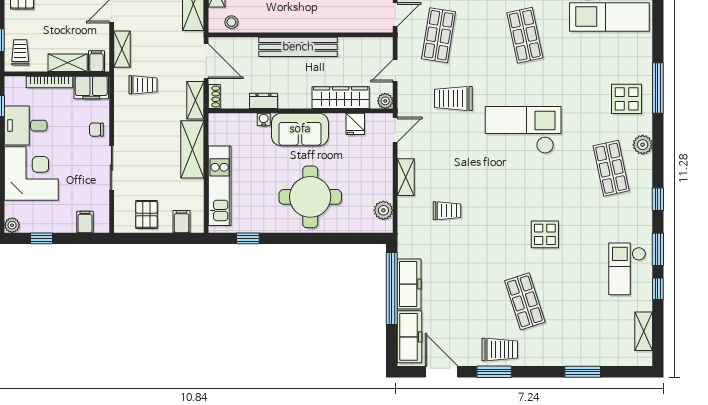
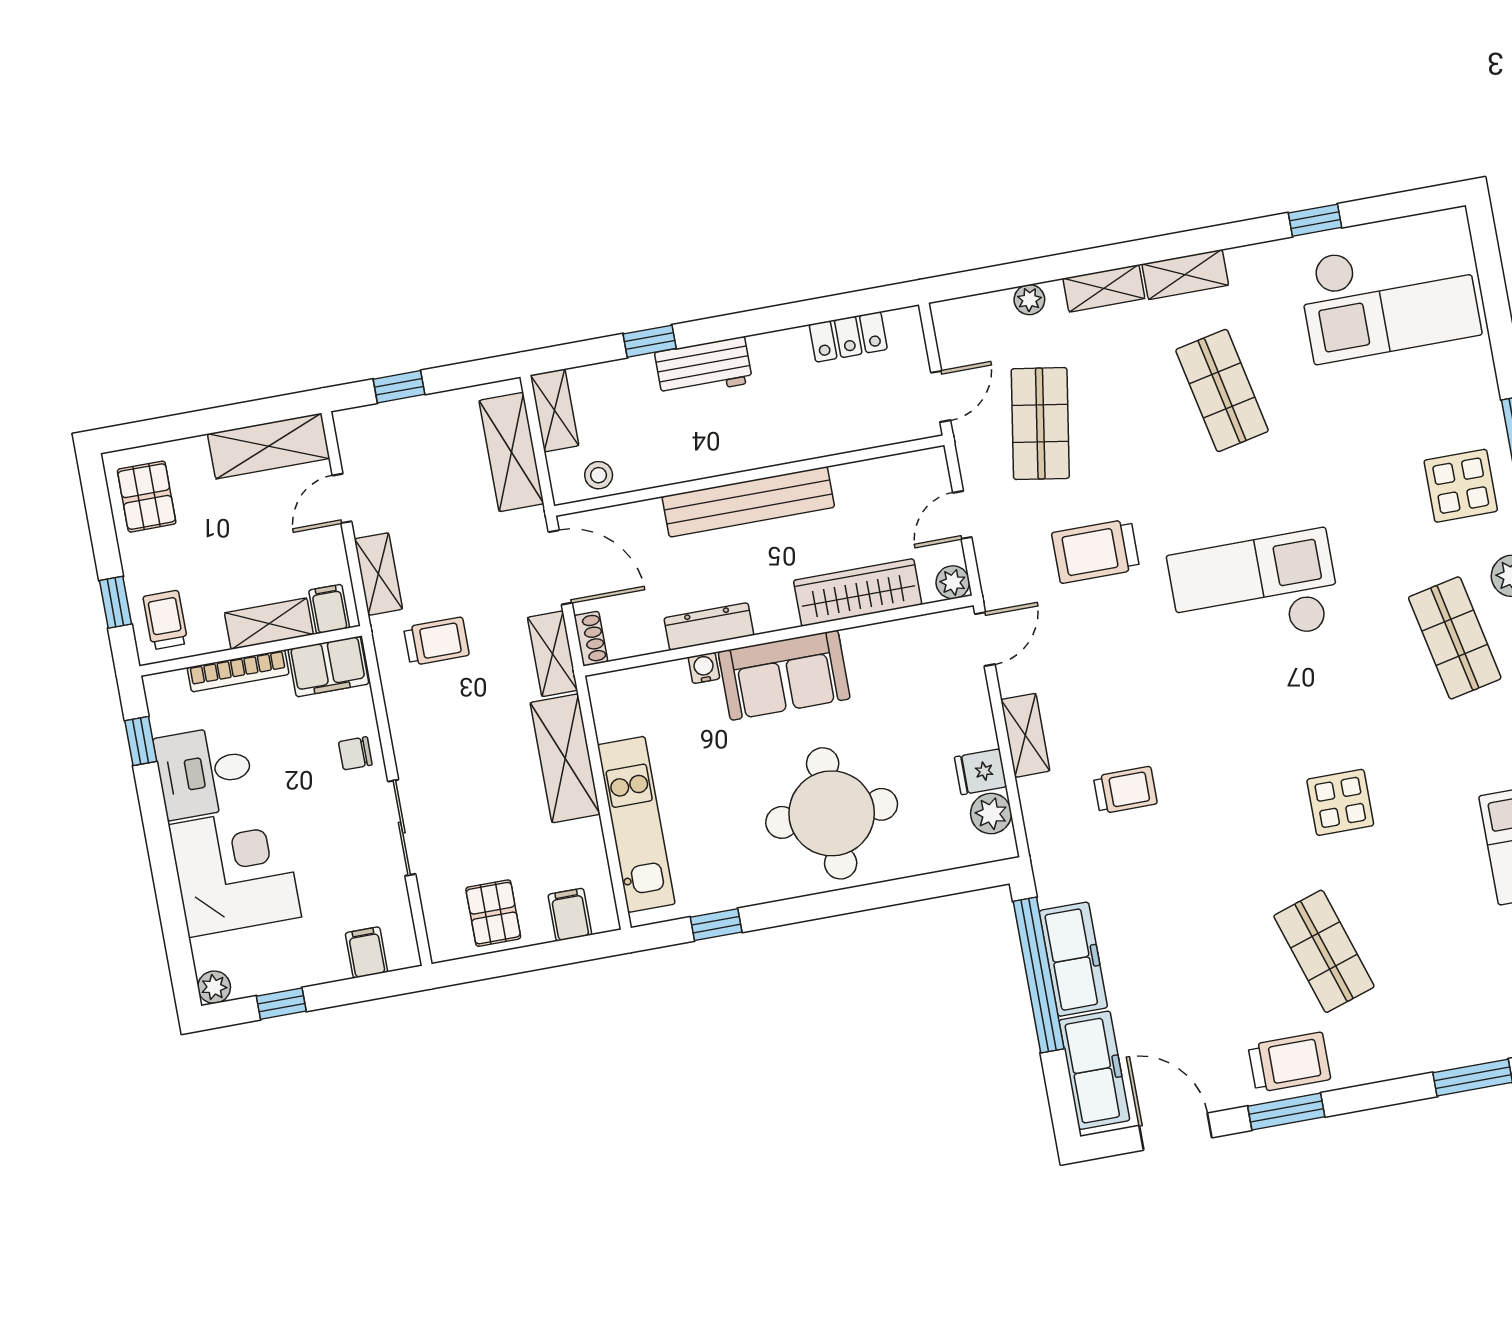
dresser: (263, 101) -> (709, 626), width x1.44
fridge: (355, 124) -> (981, 772), moved, turned 90

